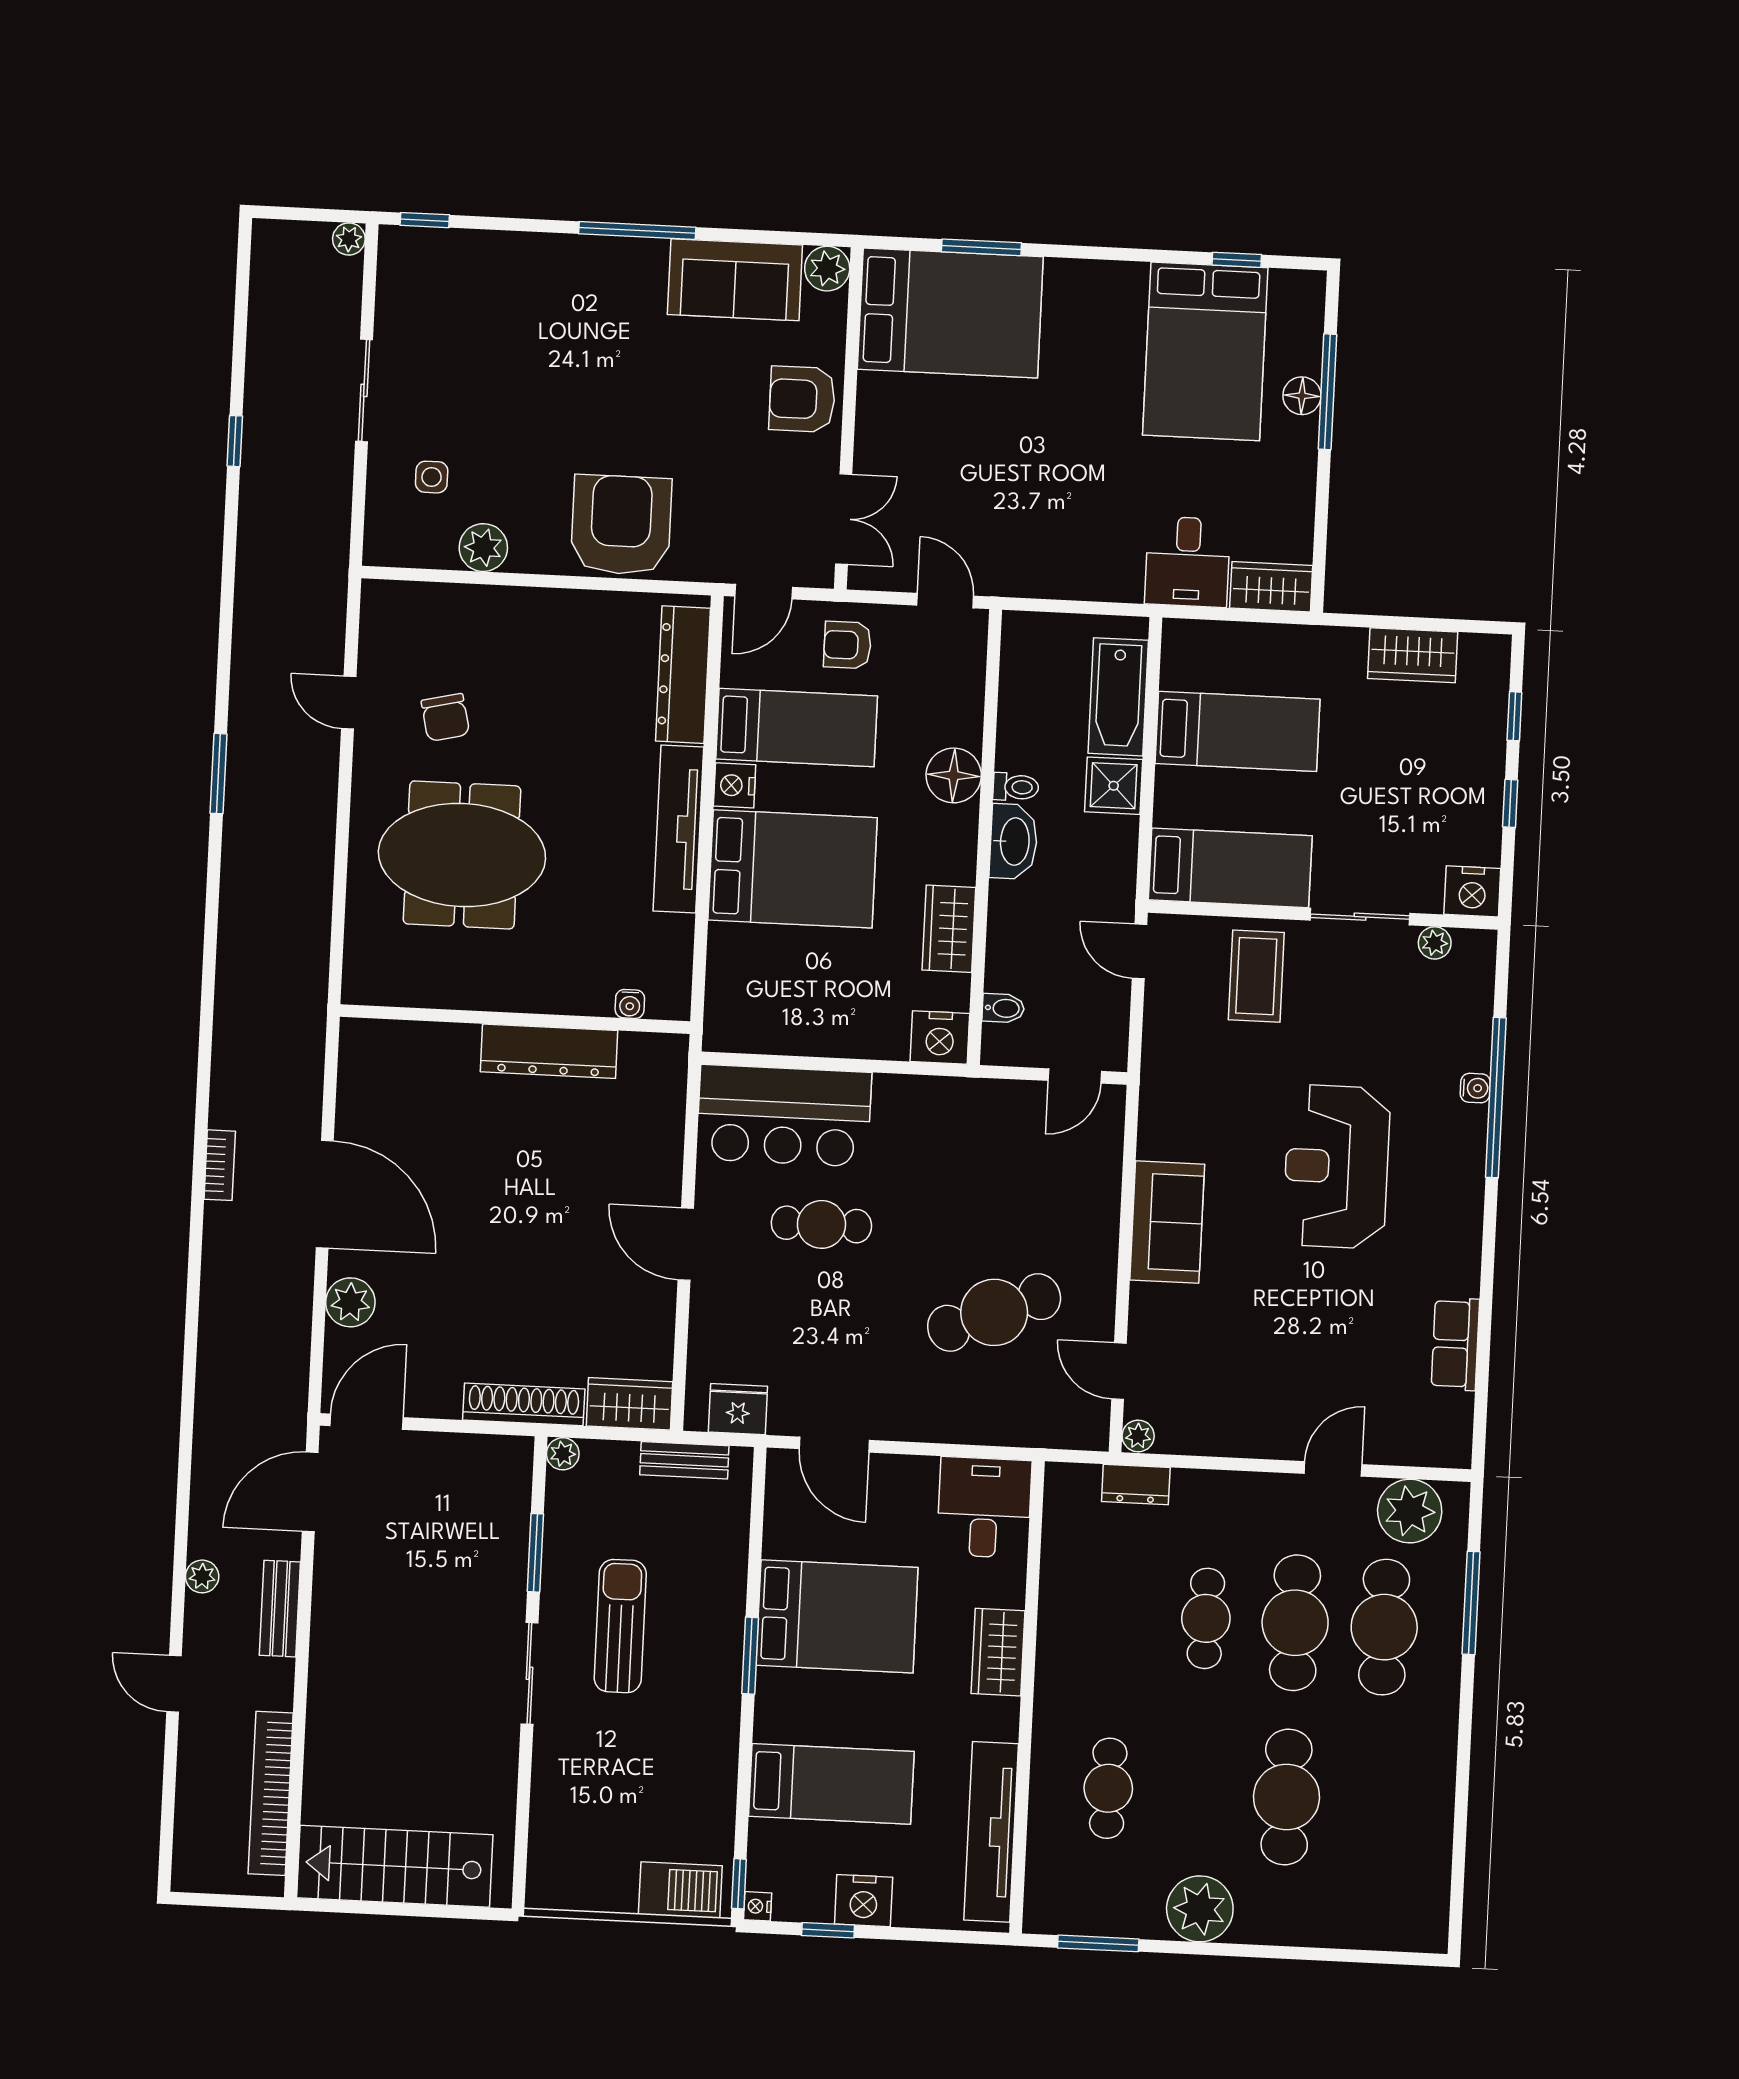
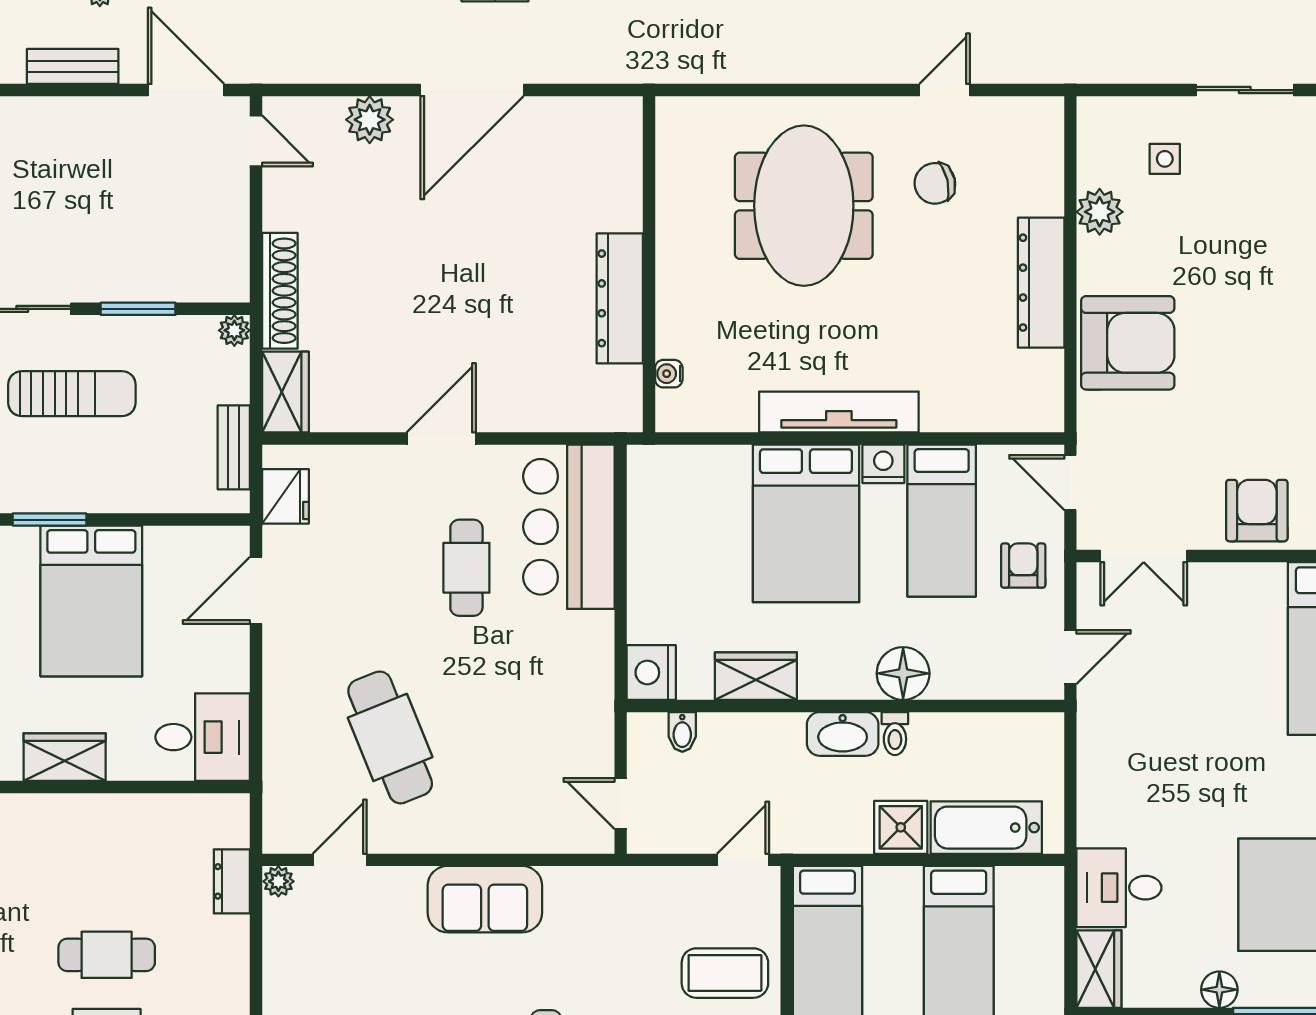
floor lamp: (1302, 396) -> (1219, 990), moved
dresser: (683, 675) -> (1041, 283), moved, turned -90
door: (367, 1422) -> (256, 141), width x0.73

